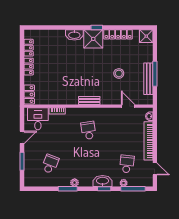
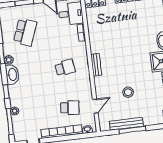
school desk: (50, 164) -> (25, 32), width x1.85
school desk: (127, 164) -> (70, 108), moved
washbasin: (103, 181) -> (12, 75), moved

